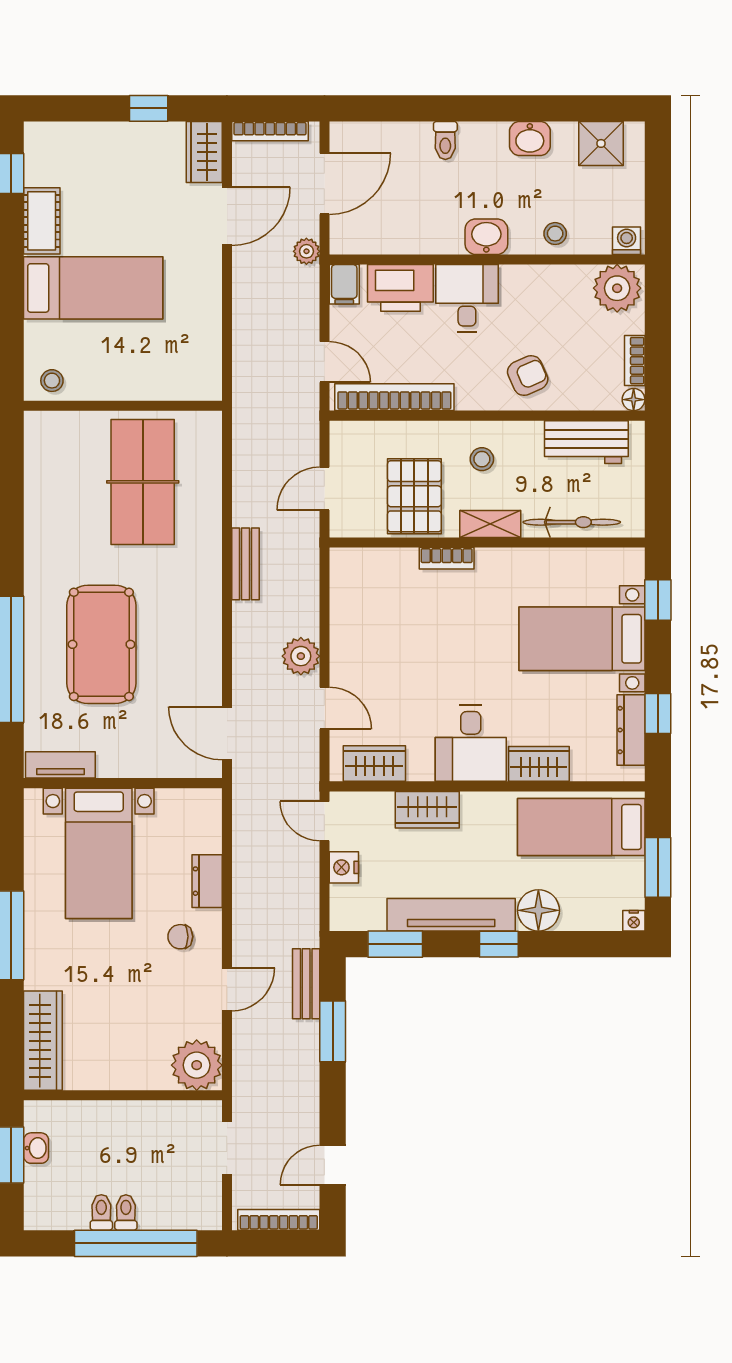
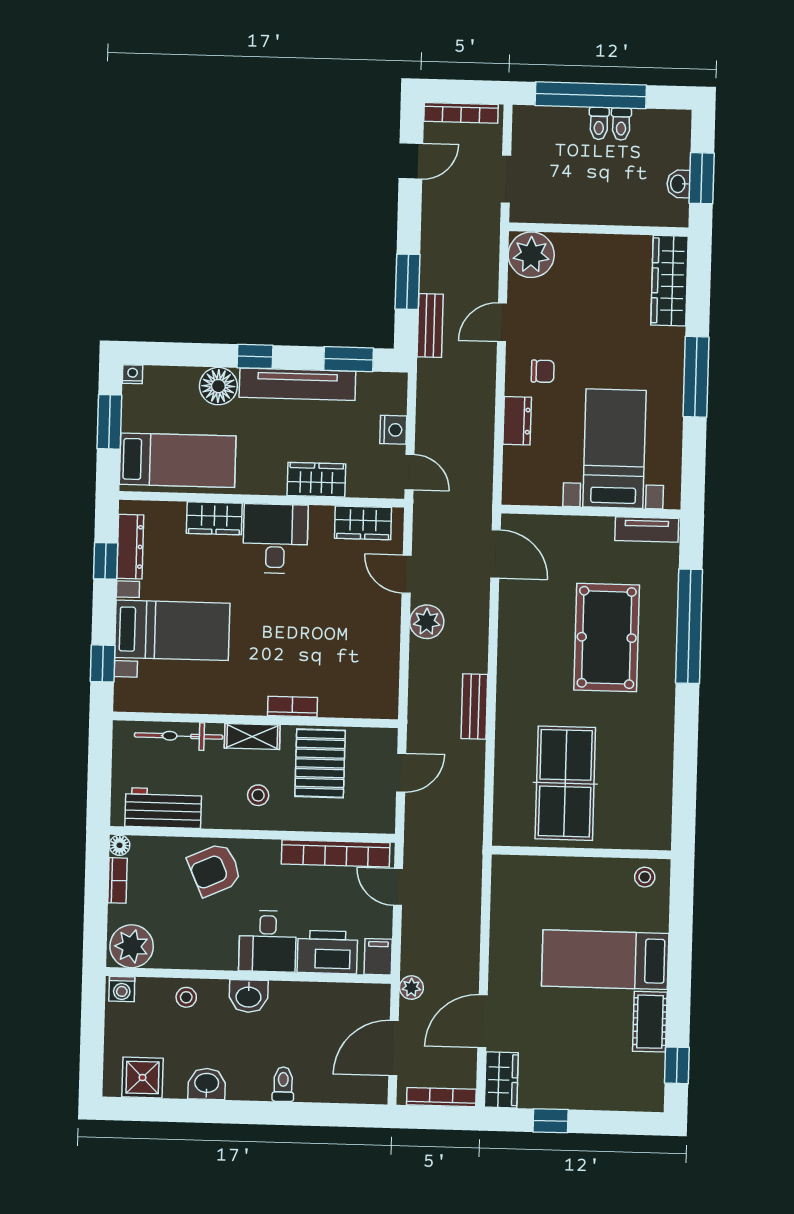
armchair: (528, 376) -> (215, 870), width x1.38, depth x1.38

